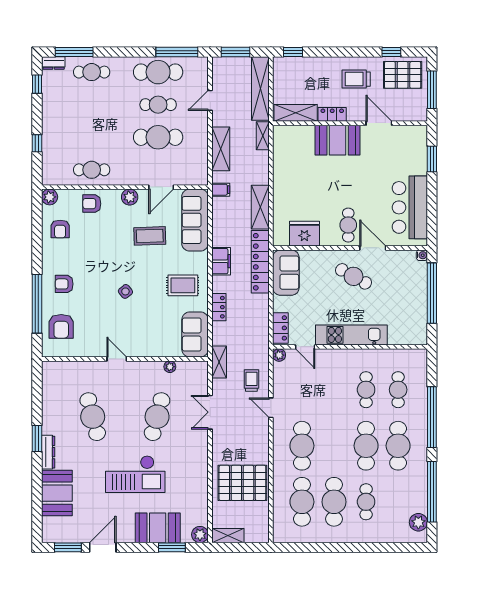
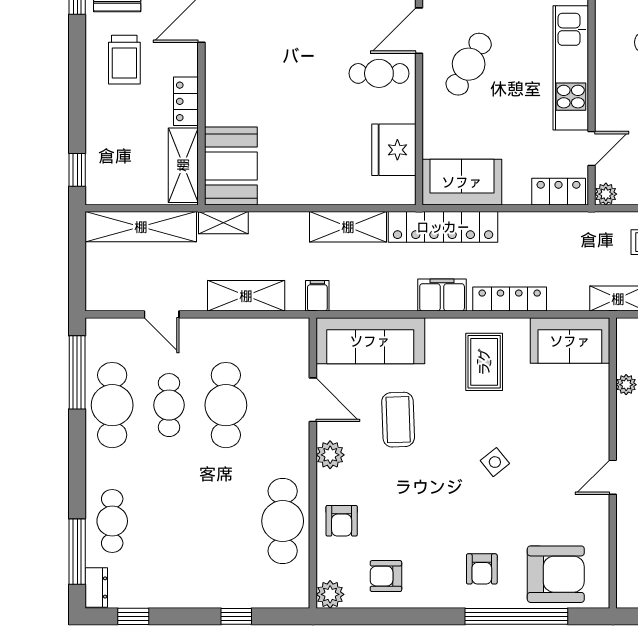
window: (236, 52) -> (77, 270), removed
booth: (338, 140) -> (231, 166), moved
cafe table: (92, 170) -> (283, 521), width x1.37, depth x1.35
armchair: (60, 229) -> (386, 576), turned 180
locker: (219, 307) -> (510, 299), width x1.53
armchair: (61, 326) -> (556, 574), width x1.36, depth x1.36

